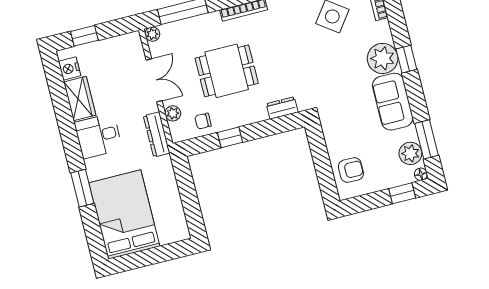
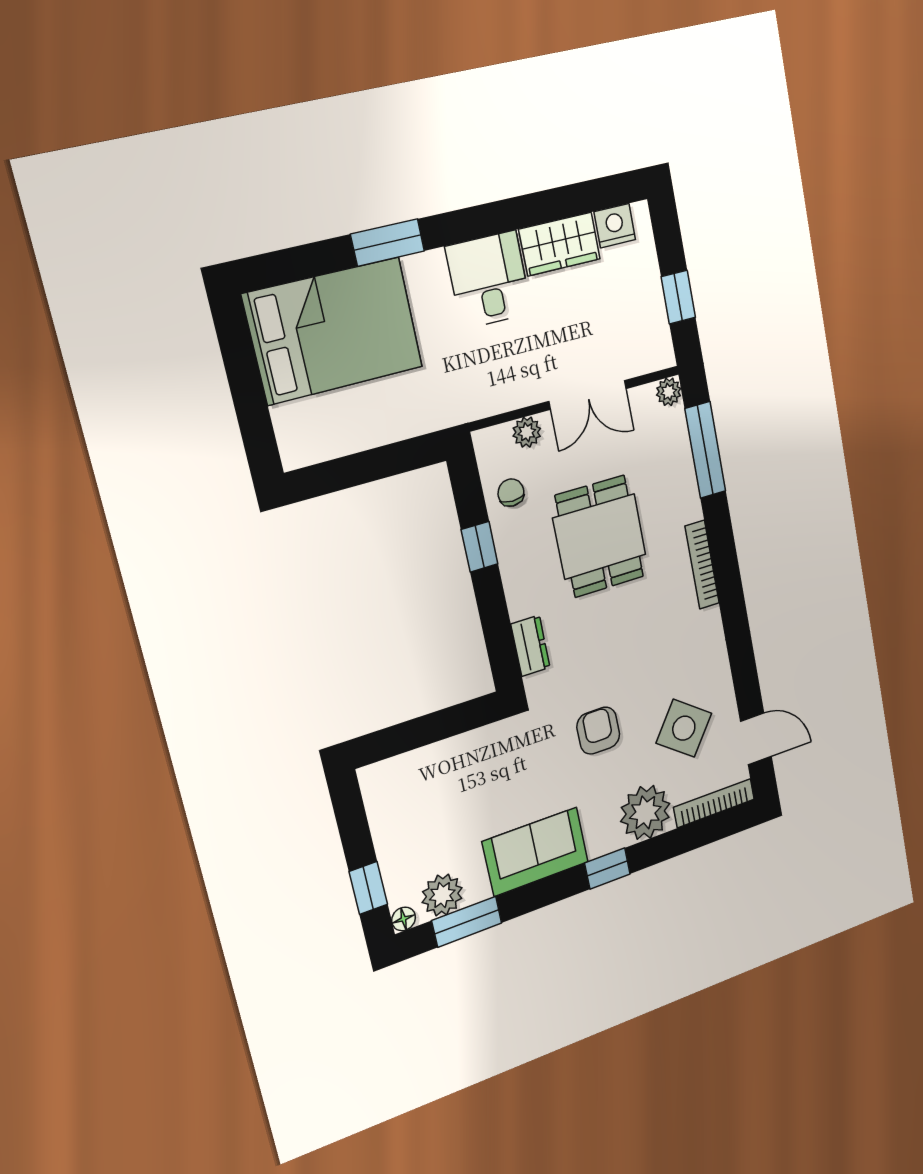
window: (84, 36) -> (678, 297), moved
plant: (383, 58) -> (645, 812), moved
dresser: (157, 134) -> (489, 400), removed
armchair: (351, 170) -> (598, 731), moved, turned 180

